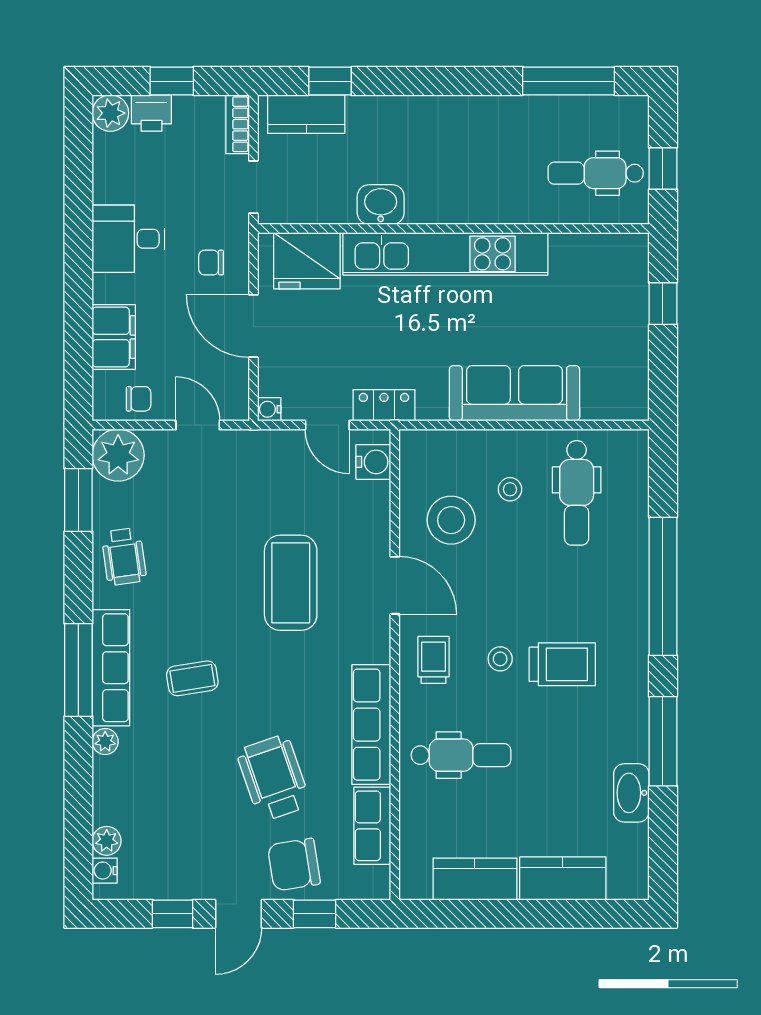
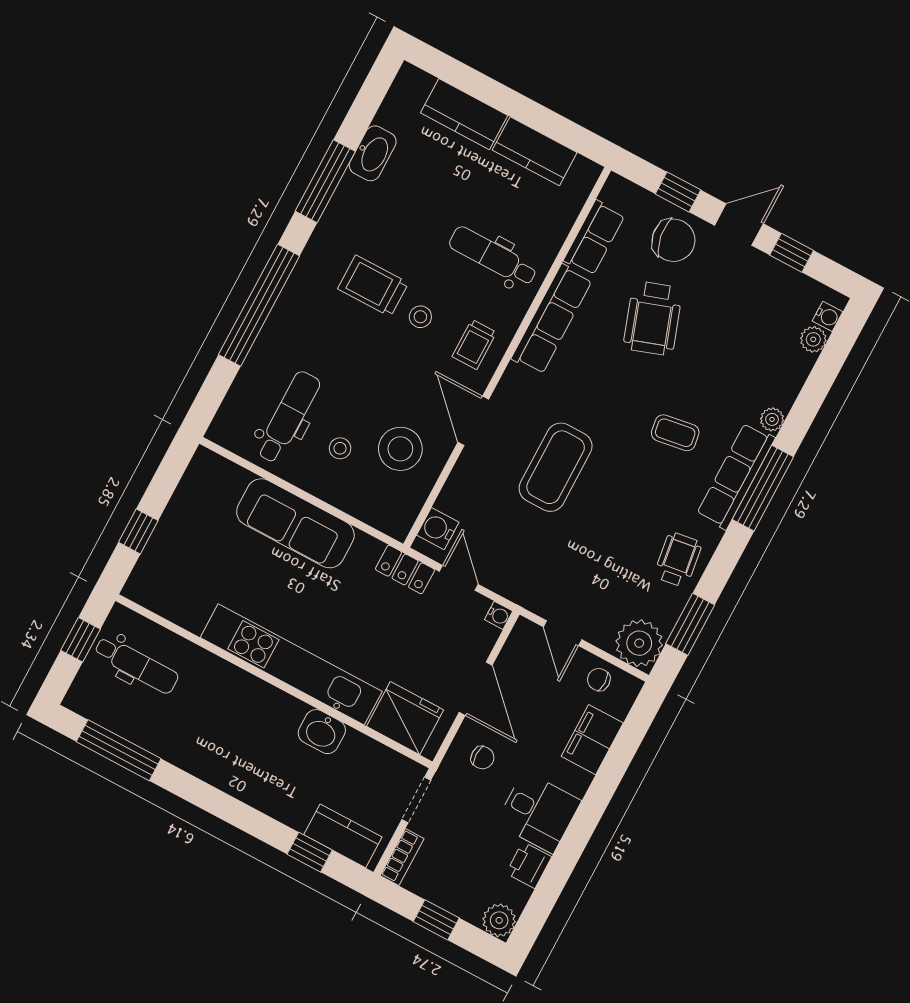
printer: (151, 113) -> (529, 865), moved, turned -90

